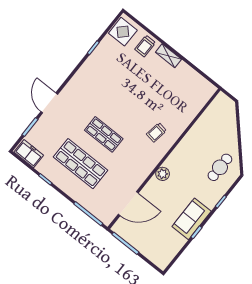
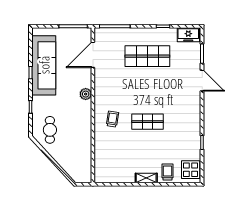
shop shelf: (104, 134) -> (147, 122), moved
sofa: (192, 219) -> (44, 65), width x1.85, depth x1.27

